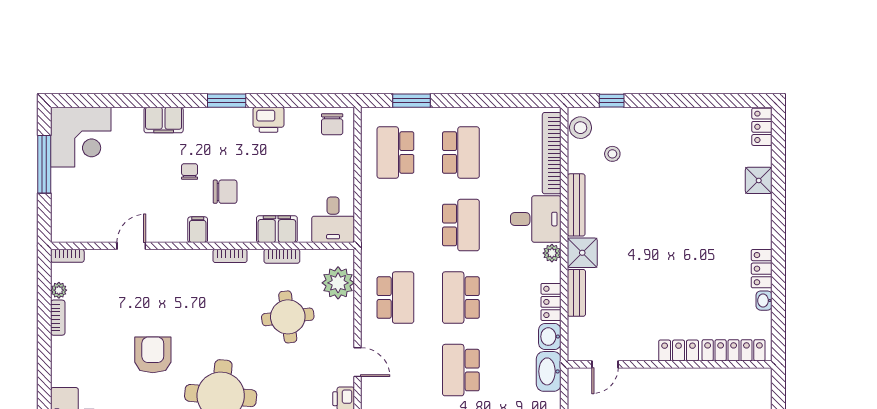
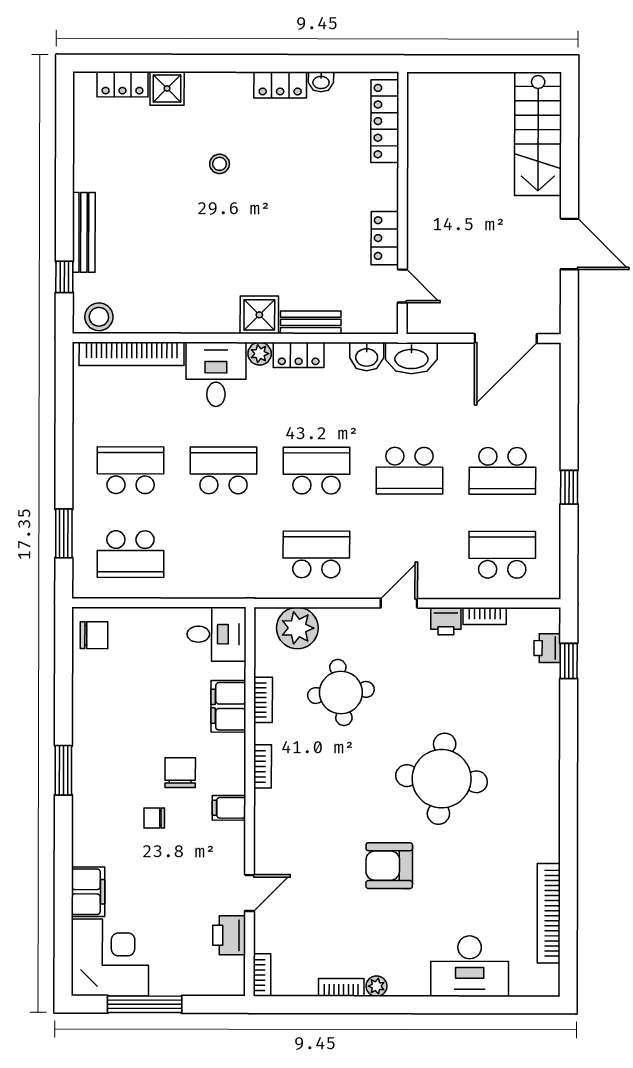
filing cabinet: (164, 120) -> (88, 892), moved
printer: (269, 120) -> (229, 935), moved, turned 180
locker: (762, 127) -> (122, 84), moved
stool: (612, 154) -> (220, 164), moved
bench: (576, 205) -> (84, 232), moved, turned 90
door: (131, 246) -> (250, 893), swing flipped
plant: (59, 290) -> (376, 986), moved
school desk: (461, 298) -> (316, 471), turned 180
locker: (551, 302) -> (299, 355), moved
locker: (679, 351) -> (385, 238), moved

